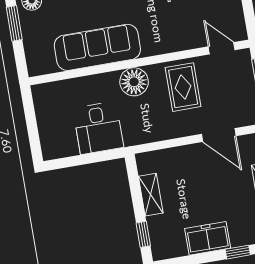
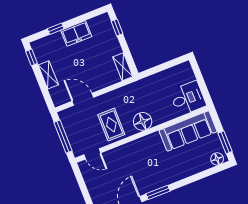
sofa: (97, 47) -> (188, 131), moved
desk: (98, 128) -> (188, 98), moved, turned 90
shelving: (151, 195) -> (123, 67), moved

